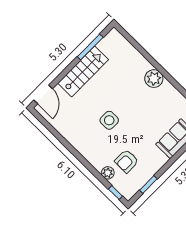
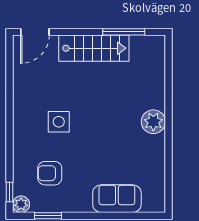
side table: (109, 120) -> (59, 122), moved
plant: (108, 173) -> (21, 204), moved

